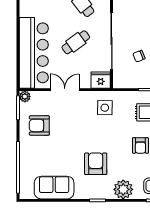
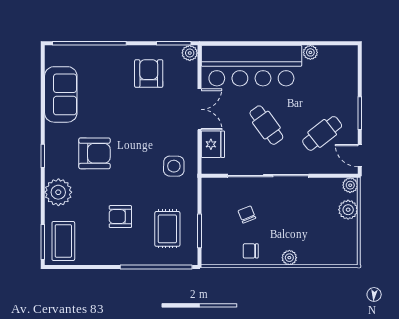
plant: (24, 11) -> (310, 52), added
fridge: (101, 80) -> (213, 144), moved

